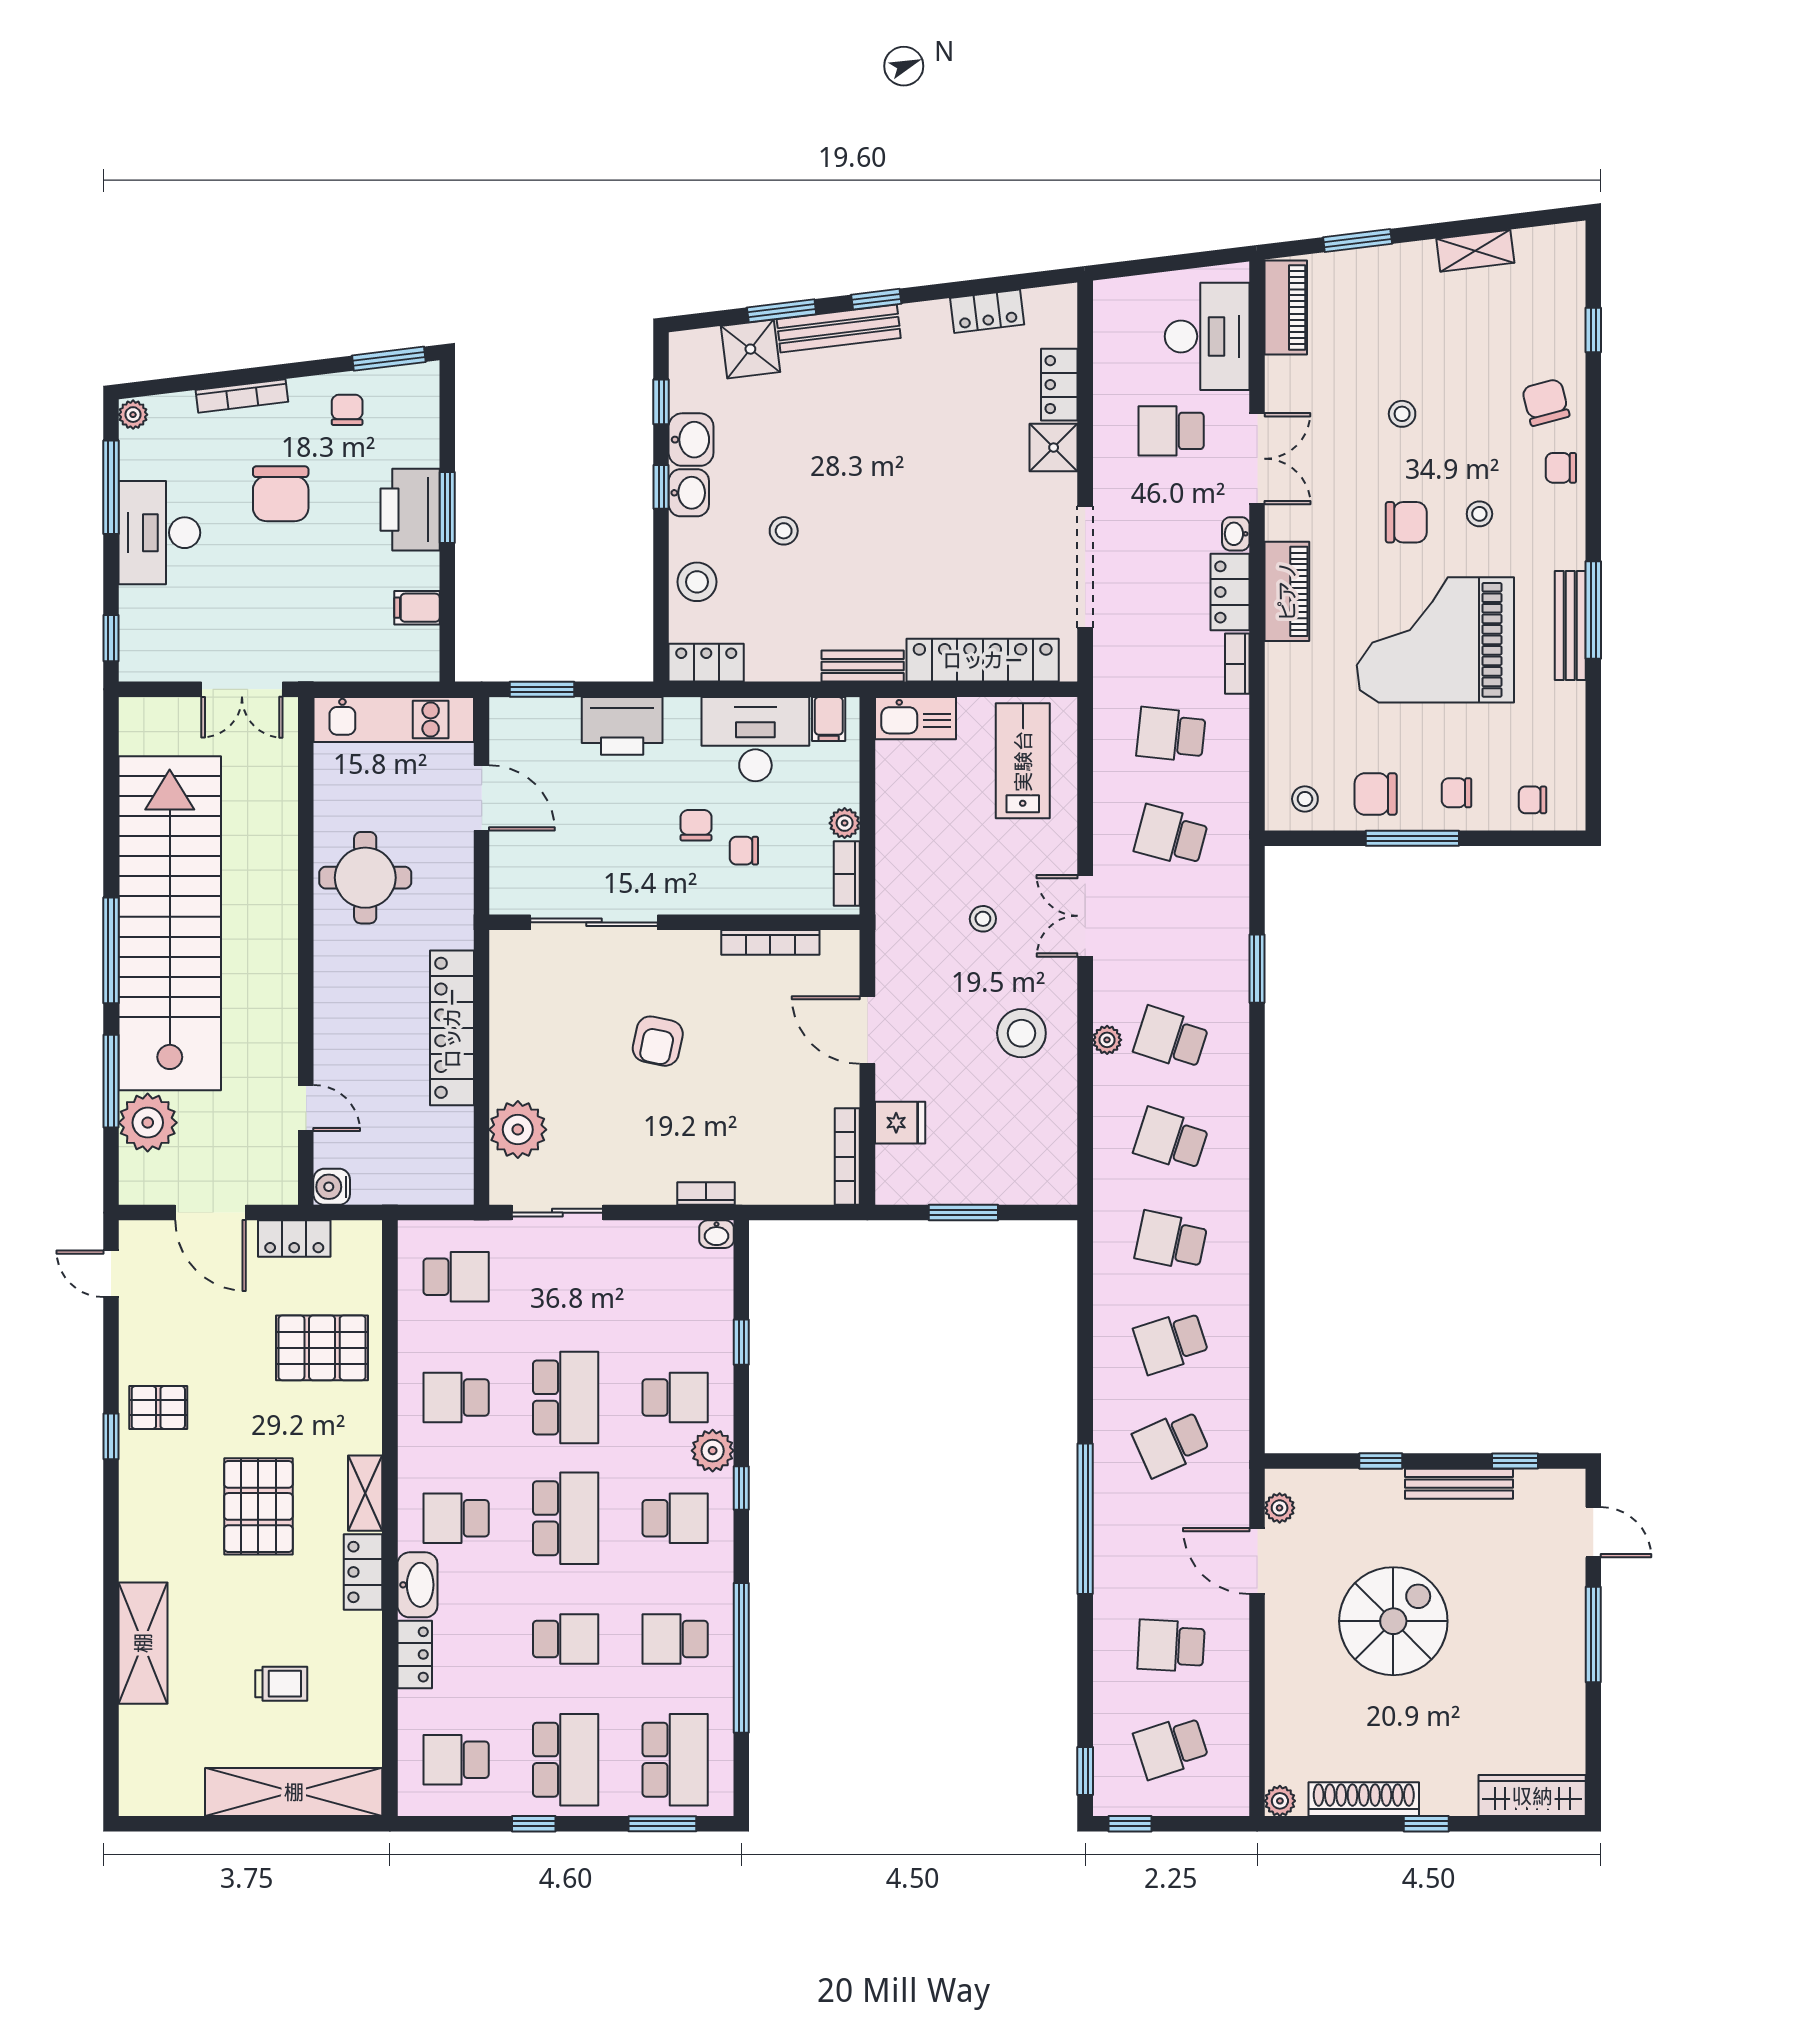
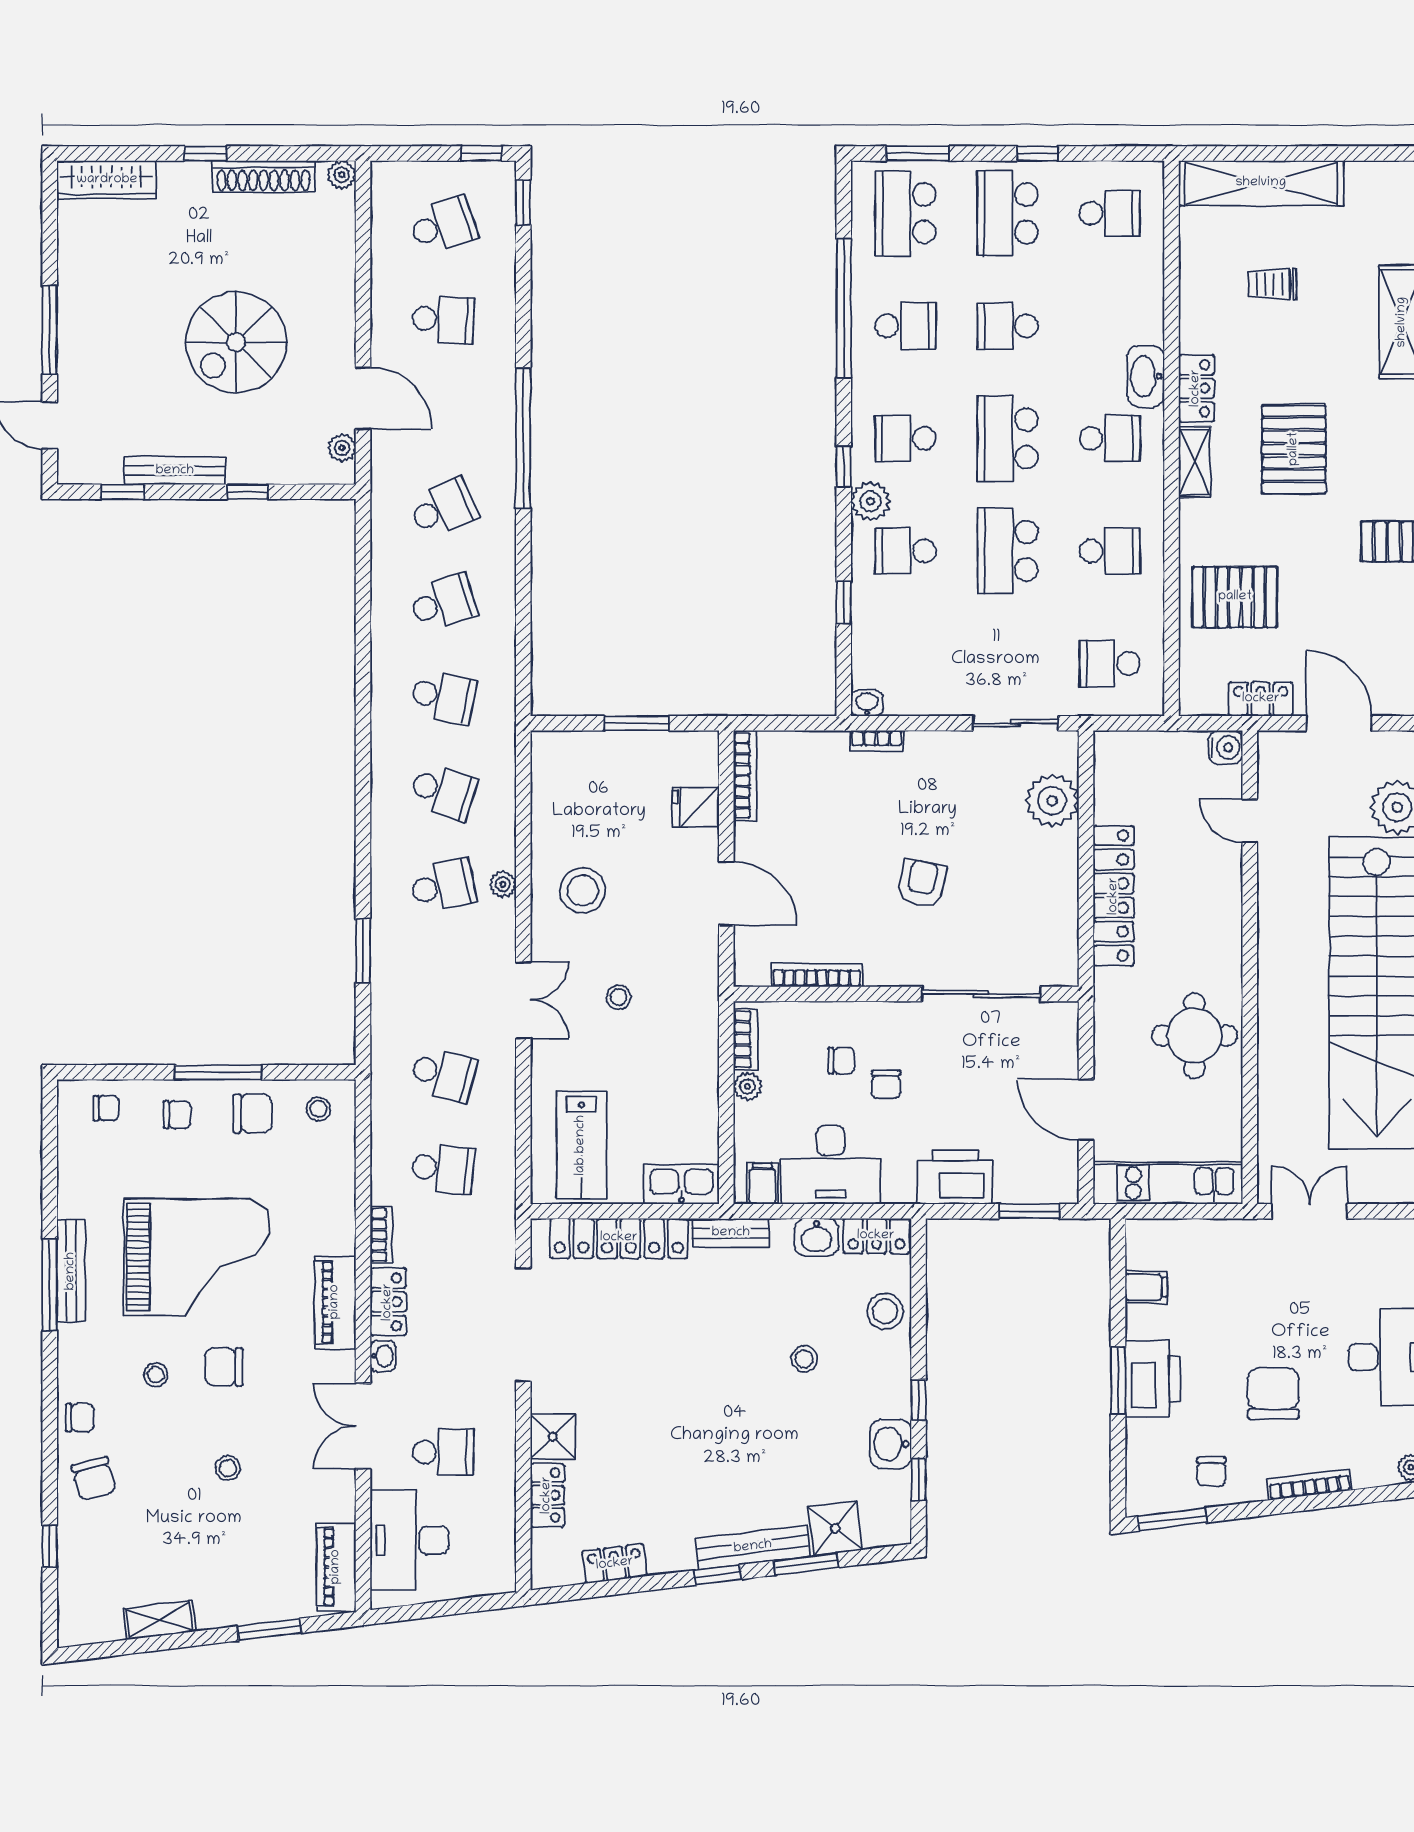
washbasin: (689, 493) -> (817, 1237), moved, turned -90
school desk: (1171, 1038) -> (443, 886), turned -30
locker: (415, 1654) -> (1148, 311), removed

